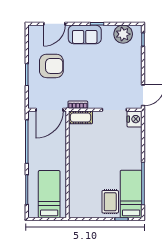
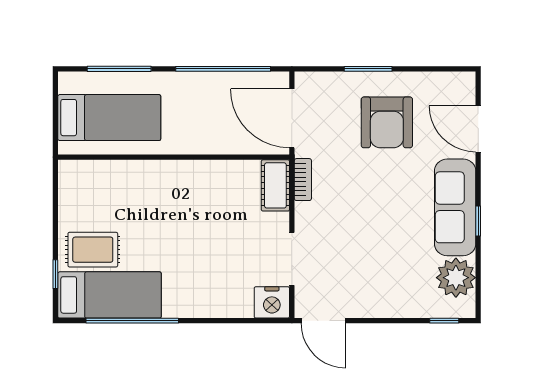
sofa: (85, 34) -> (455, 207), width x1.36

